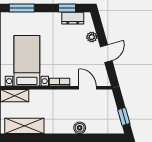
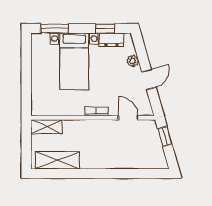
bed with nightstands: (27, 61) -> (74, 61), moved, turned 180
window: (124, 117) -> (165, 136), moved
boiler: (80, 128) -> (119, 162), removed

